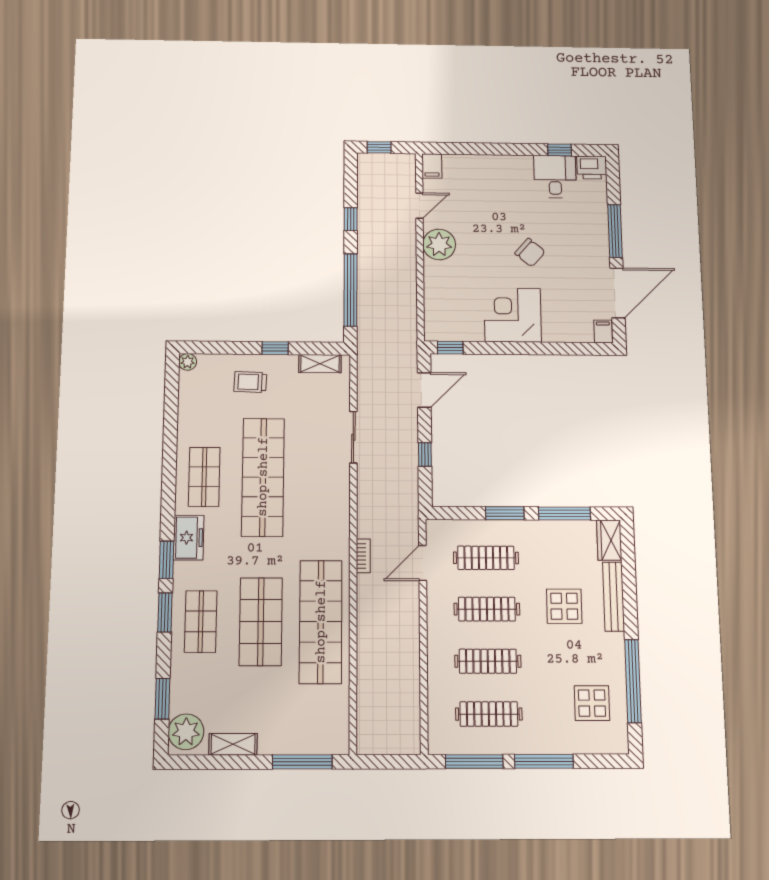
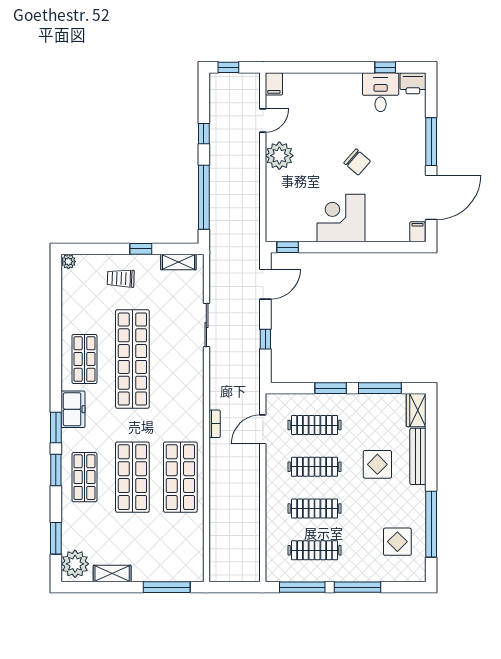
shop shelf: (321, 622) -> (180, 477), width x0.71

